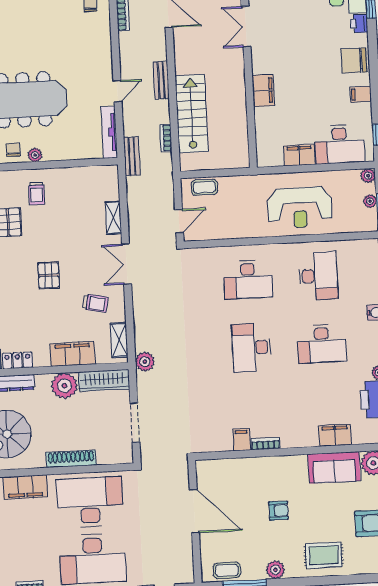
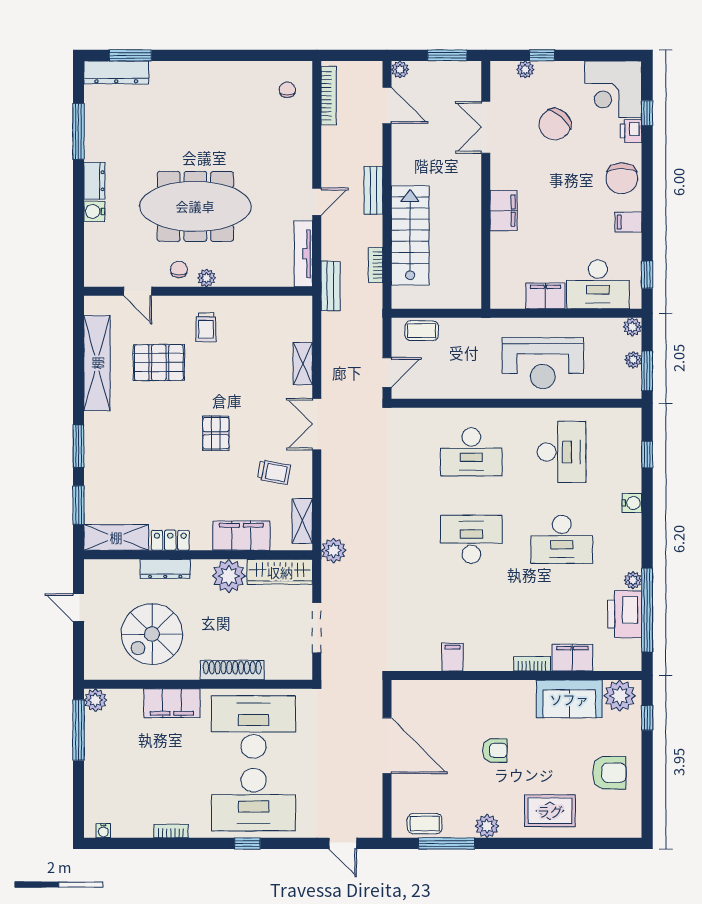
chair: (300, 21) -> (555, 124), added
chair: (354, 61) -> (622, 178), turned -90
desk: (251, 347) -> (471, 539), turned 90
bookcase: (266, 444) -> (532, 664), moved

